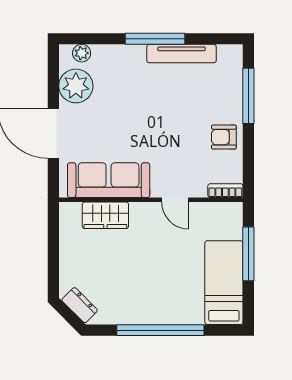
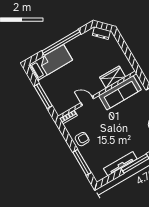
bed: (224, 283) -> (50, 63), moved, turned -90

